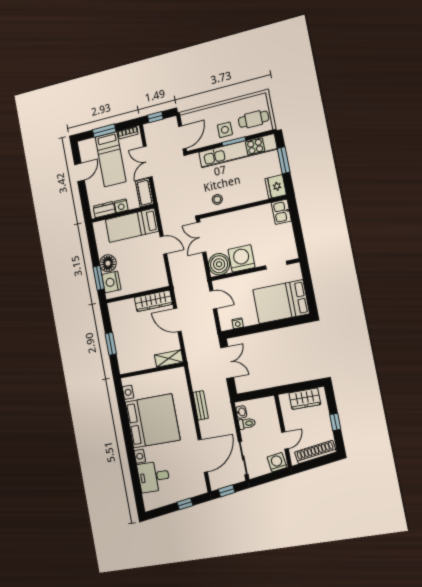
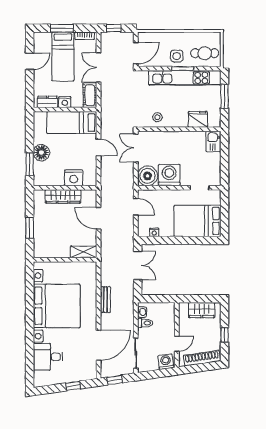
fridge: (276, 187) -> (198, 119), moved, turned 90
nightstand: (111, 282) -> (74, 178), moved, turned -90
wardrobe: (153, 301) -> (63, 196), moved

